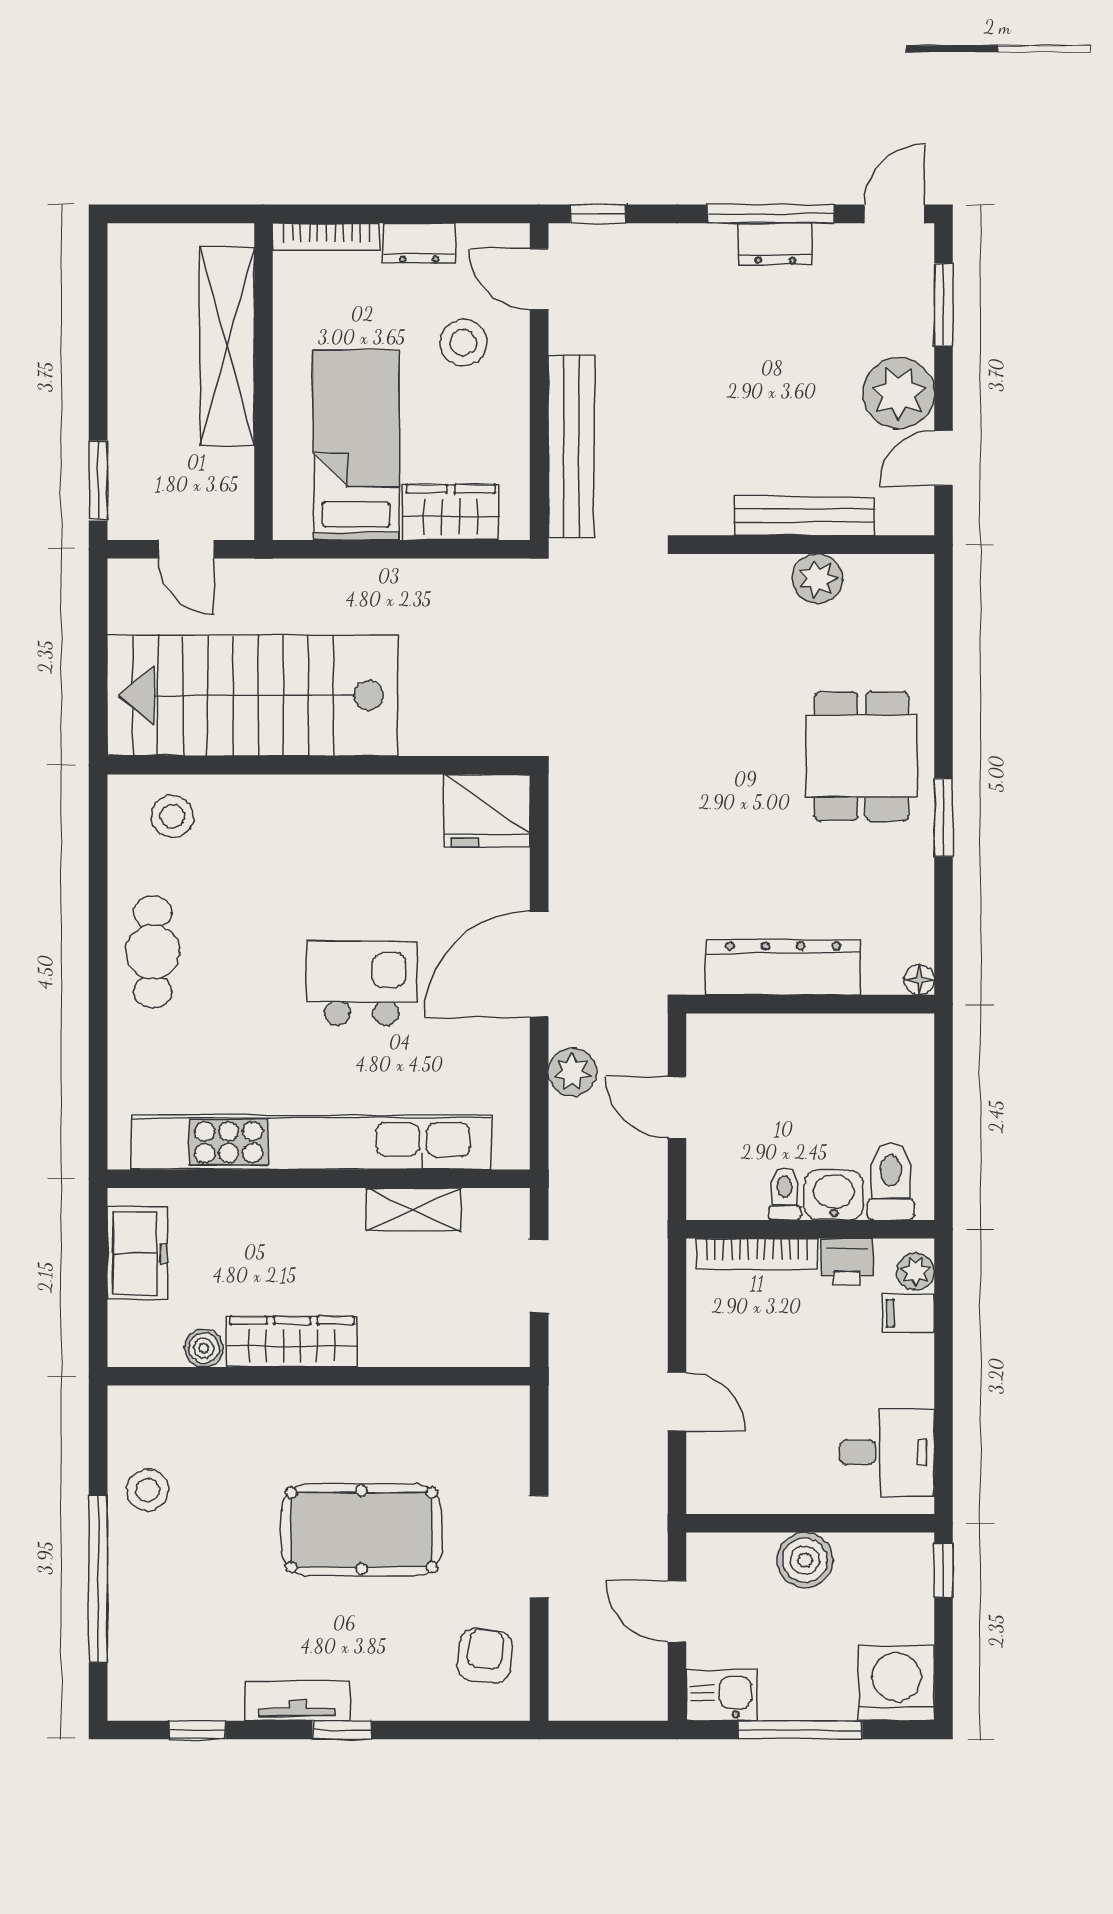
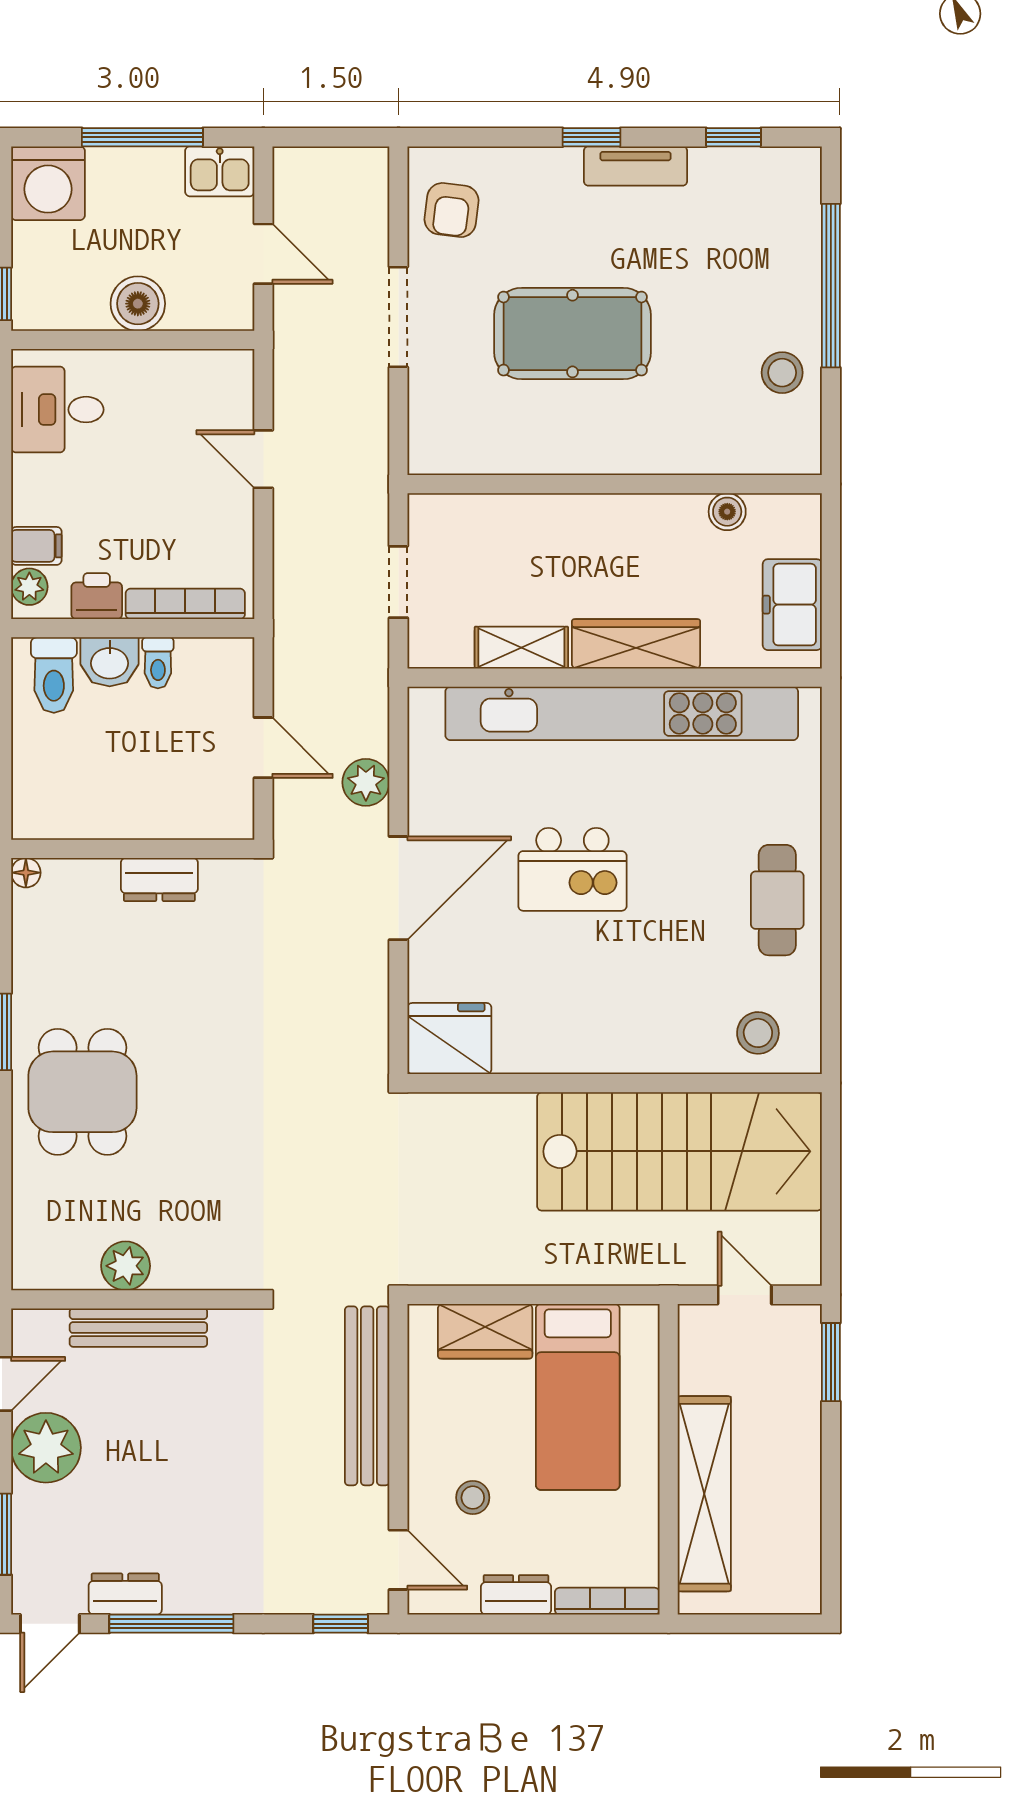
dresser: (775, 244) -> (125, 1594), moved
stool: (463, 342) -> (473, 1498), width x0.73, depth x0.73
dresser: (783, 967) -> (159, 880), width x0.51, depth x0.80
wardrobe: (292, 1342) -> (636, 644), moved, turned 180

